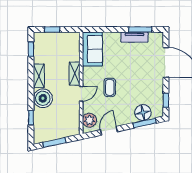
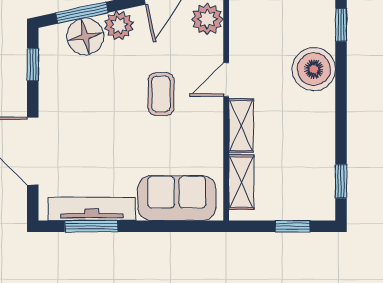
tv unit: (134, 37) -> (92, 209), width x1.41
sofa: (92, 49) -> (177, 198), moved, turned 90
shelving: (39, 76) -> (241, 182), moved
plant: (128, 117) -> (119, 25), added

